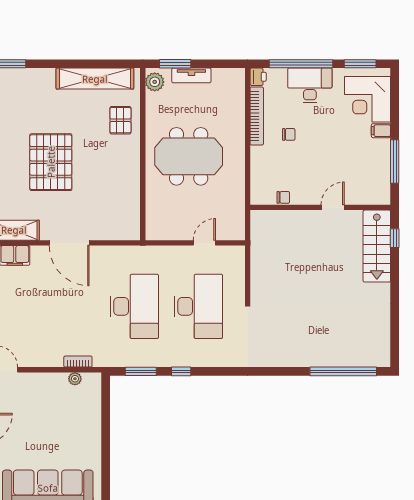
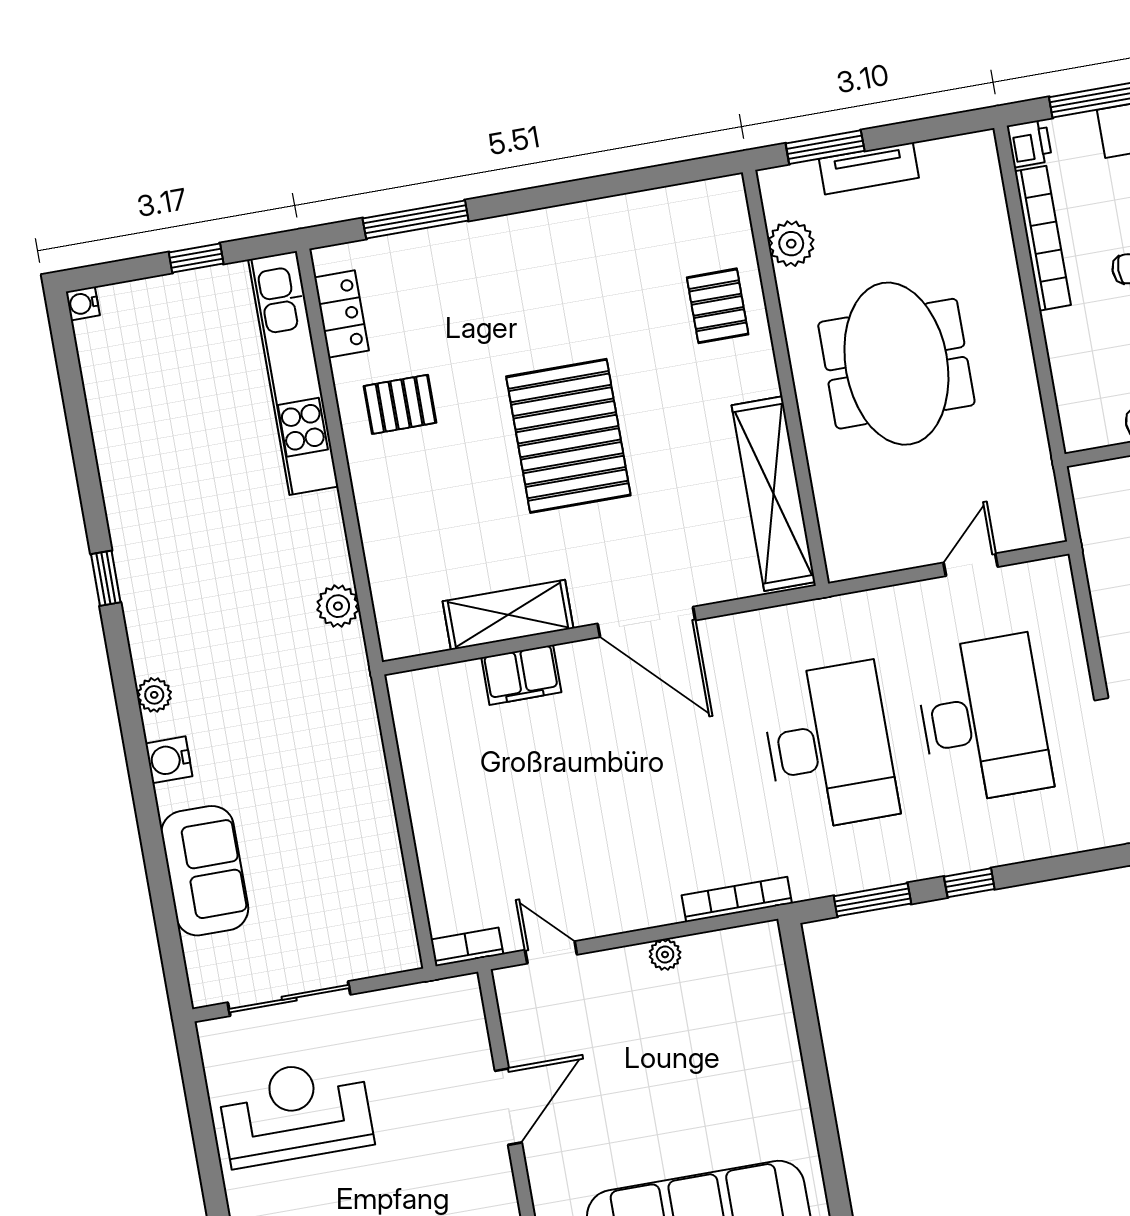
shelving: (95, 79) -> (773, 494), moved, turned 90
plant: (155, 82) -> (791, 244), moved
meeting table: (189, 156) -> (896, 364), turned 90
bookcase: (78, 362) -> (737, 899), width x1.56
plant: (75, 379) -> (665, 954), moved

